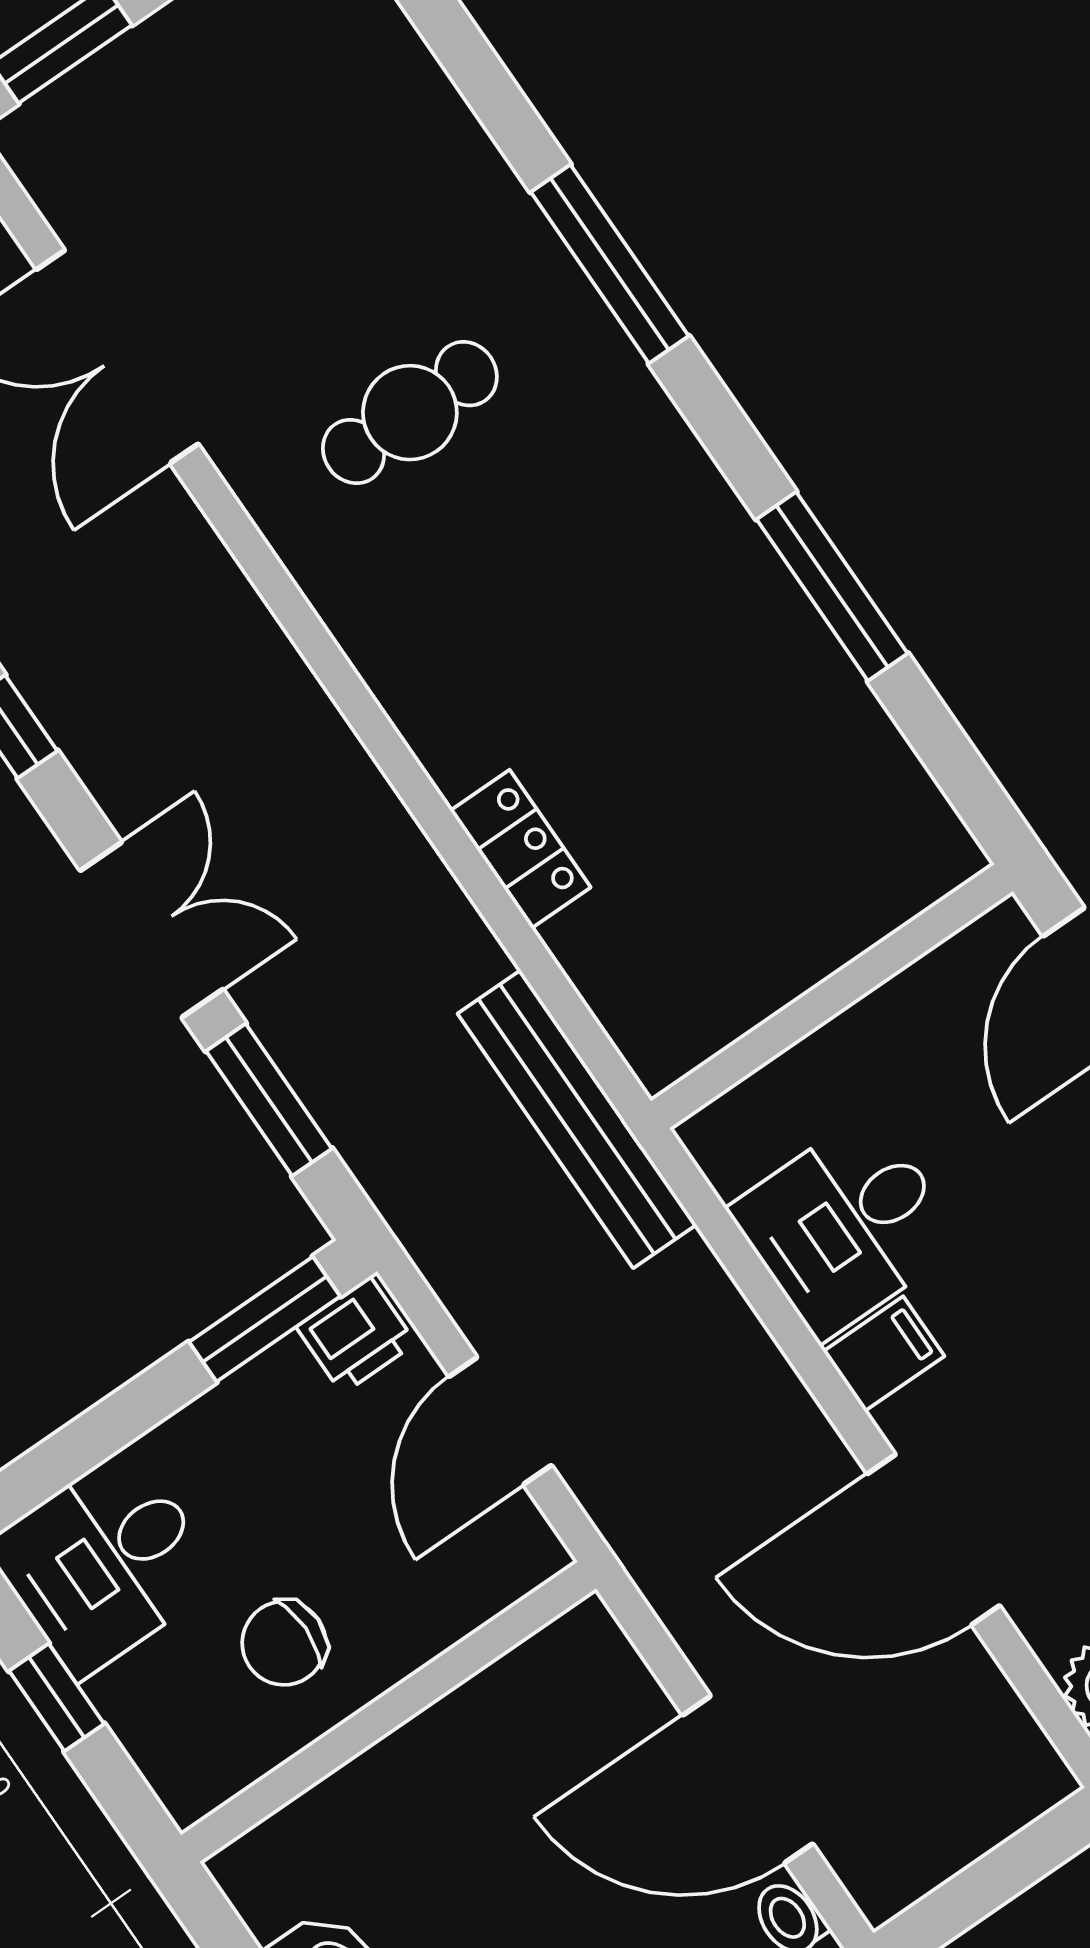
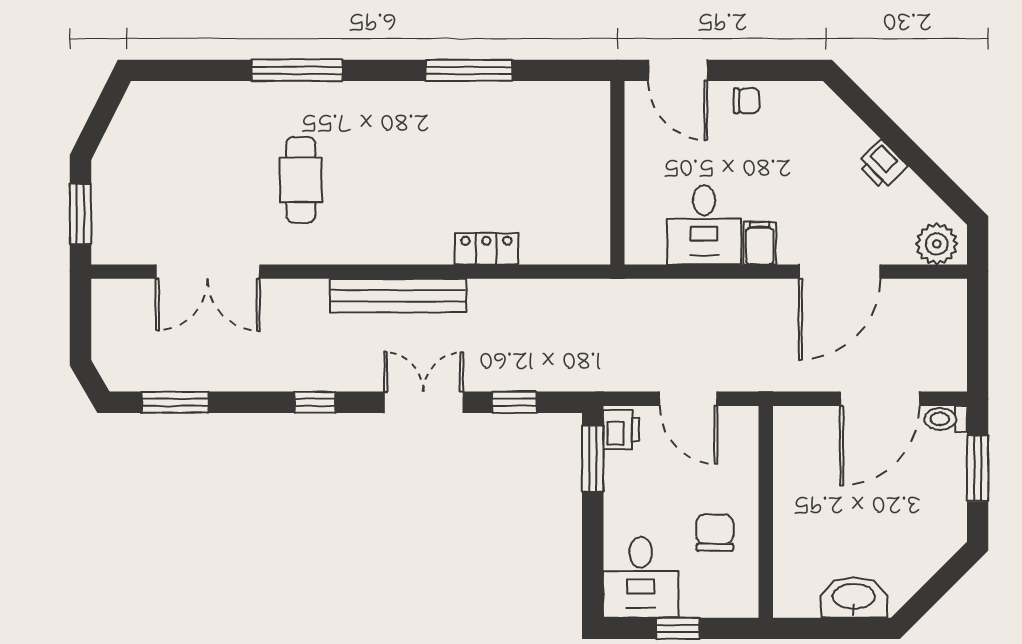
window: (269, 1100) -> (514, 402), width x0.67
bench: (577, 1119) -> (398, 296), moved
chair: (284, 1643) -> (715, 533), turned 180

